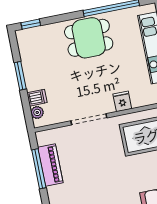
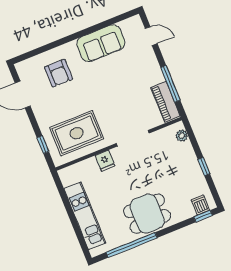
window: (20, 76) -> (204, 167), width x0.67
dishwasher: (37, 98) -> (200, 205), moved, turned 90
piano: (50, 165) -> (165, 102), moved

